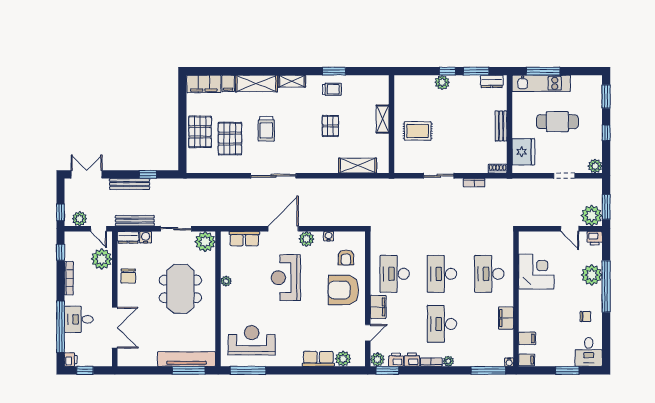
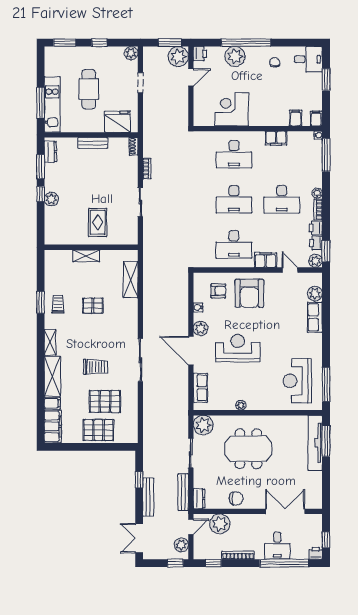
water cooler: (146, 237) -> (199, 482), removed
reception desk: (286, 278) -> (238, 348), turned 180

